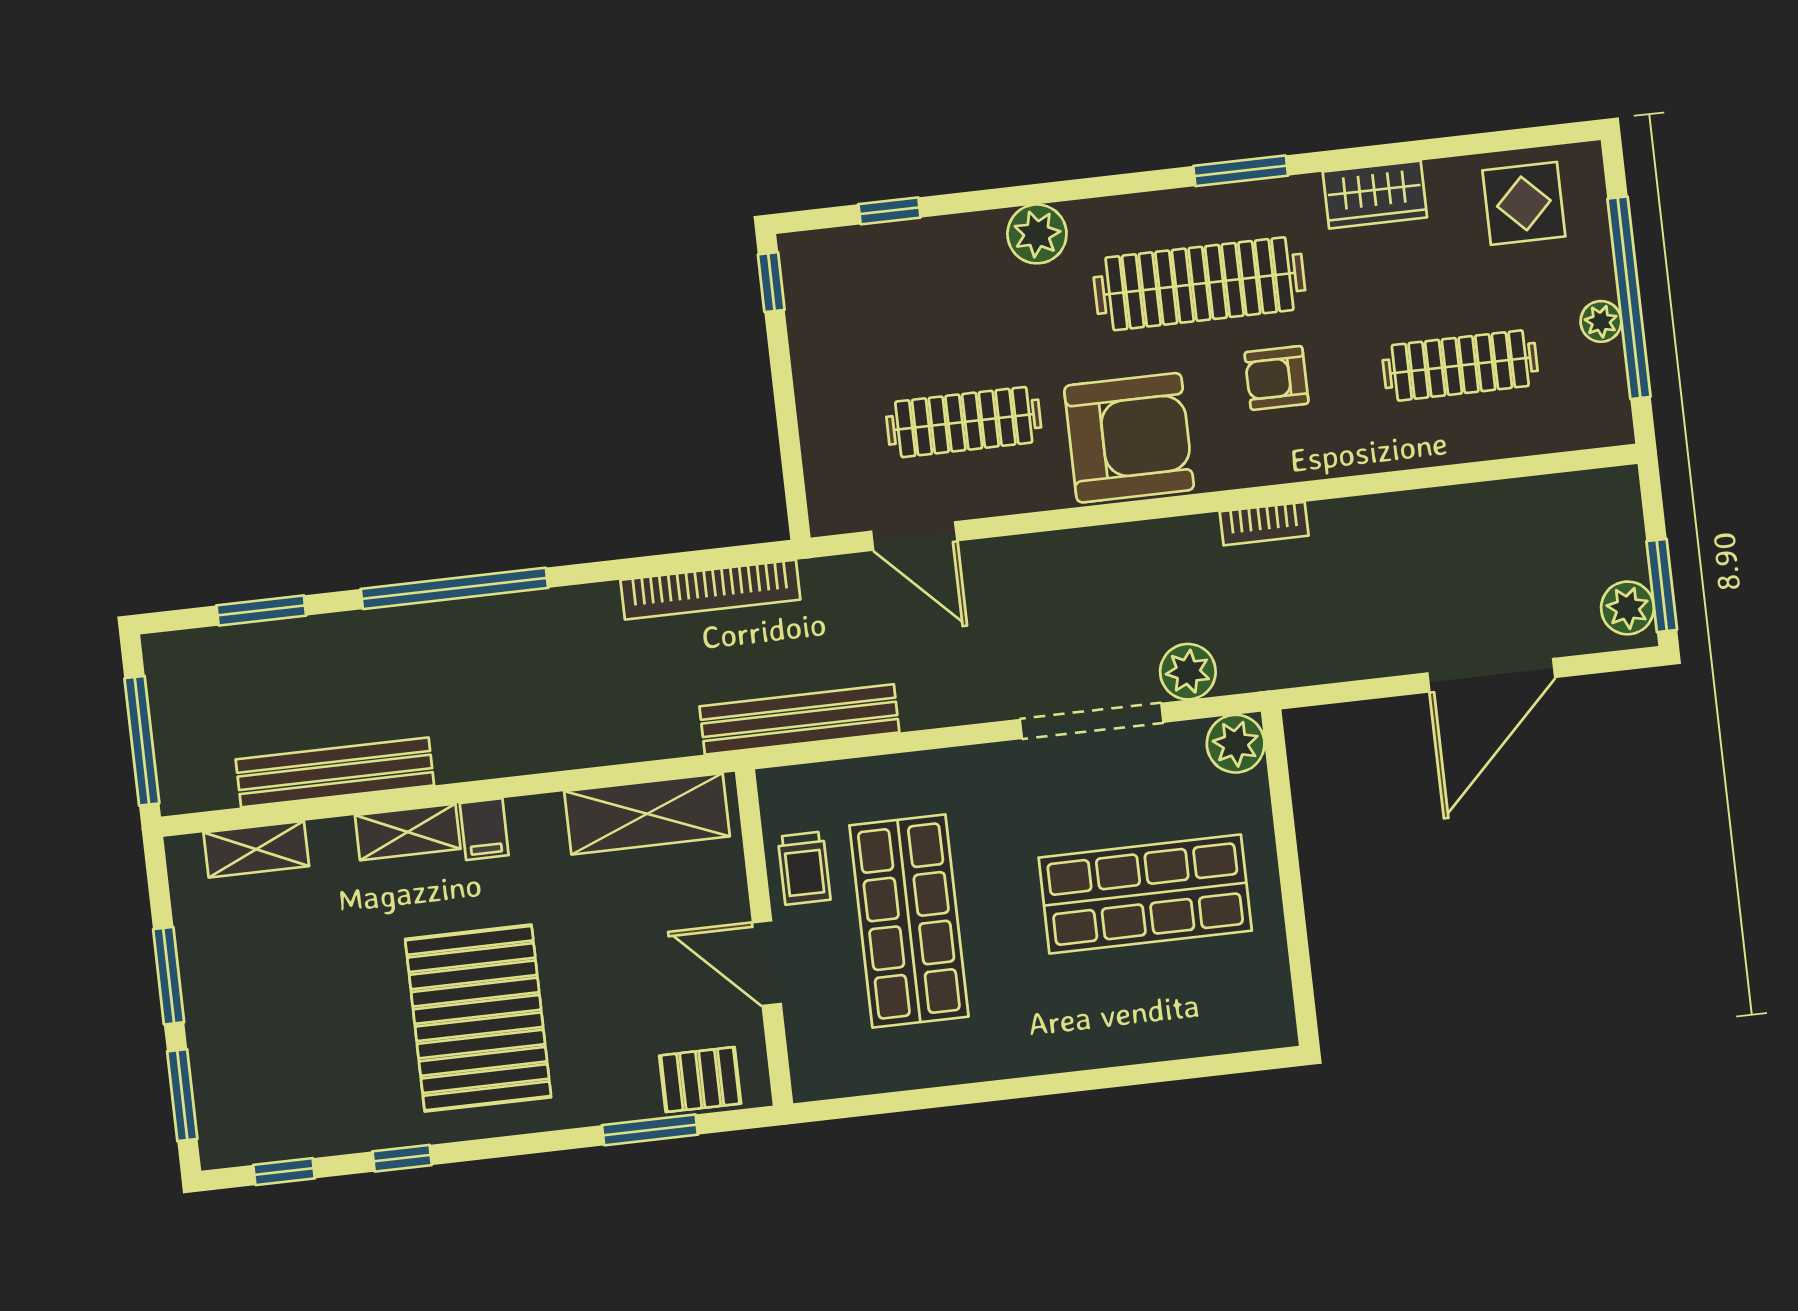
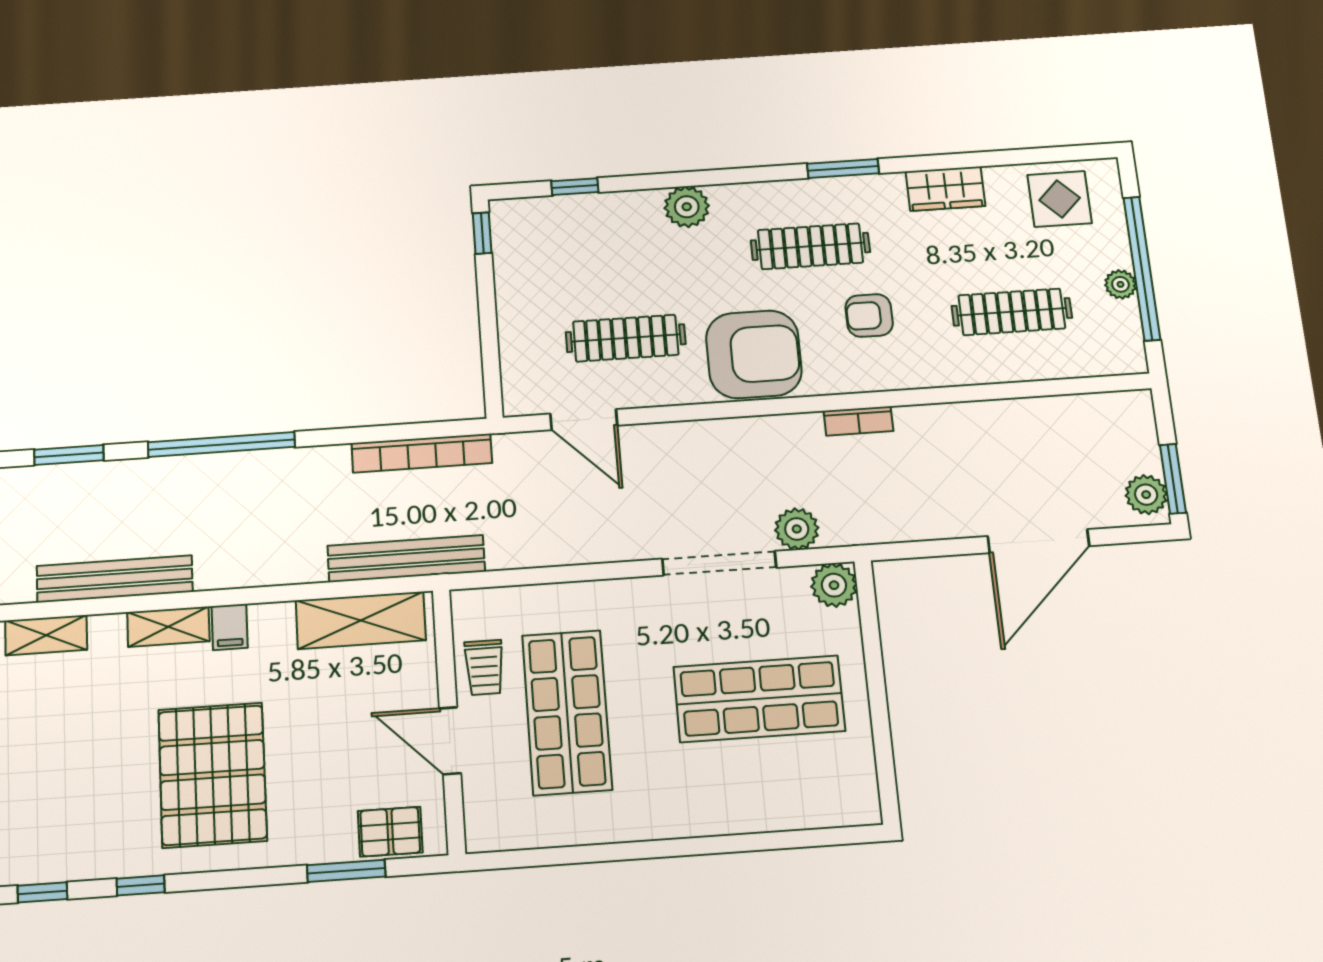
clothes rail: (1199, 284) -> (810, 246), width x0.73, depth x0.76
bench: (799, 719) -> (406, 559), moved

